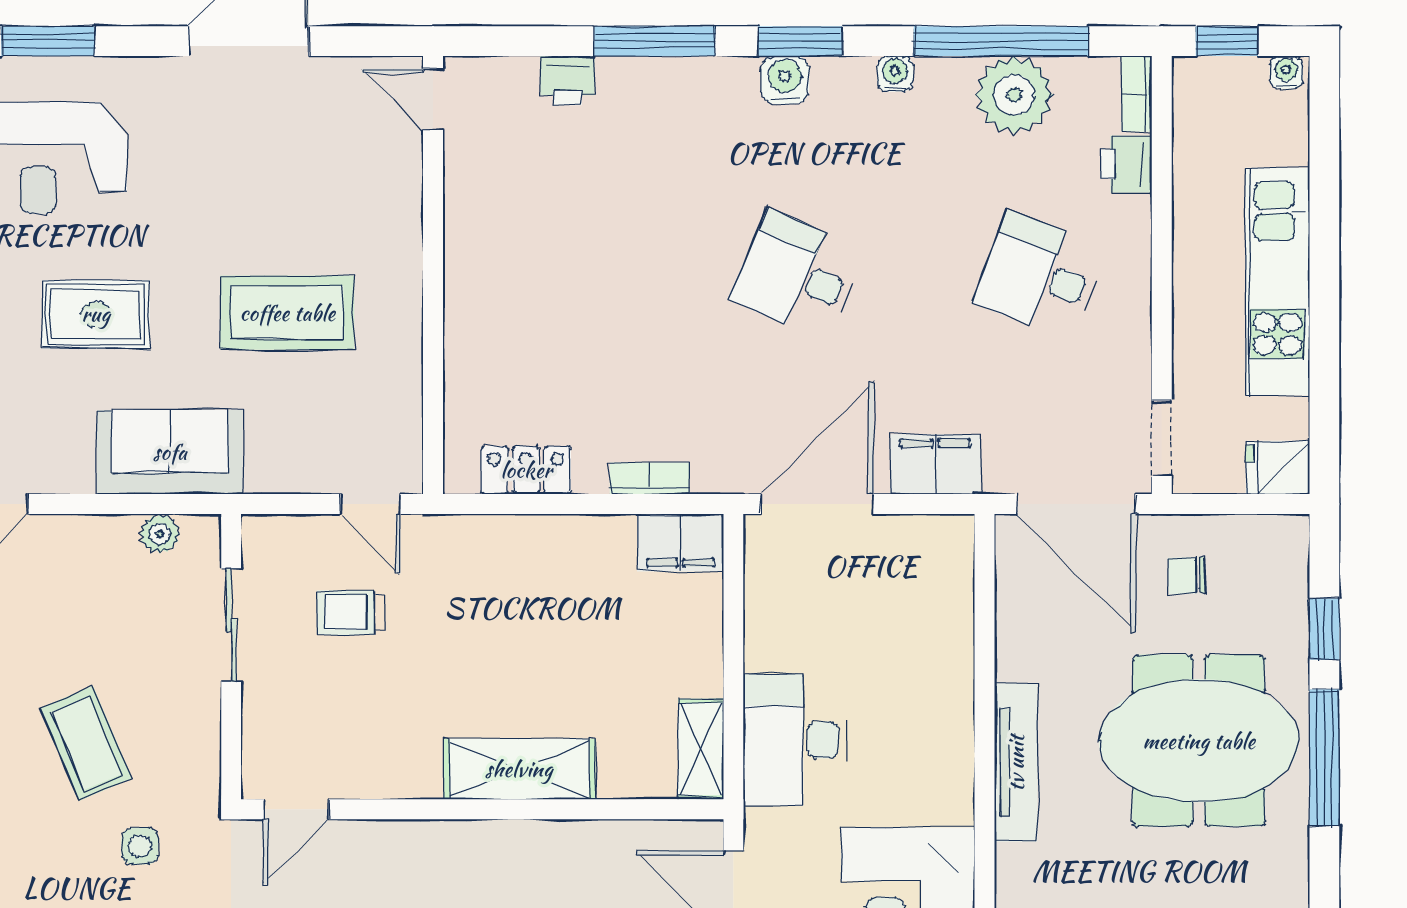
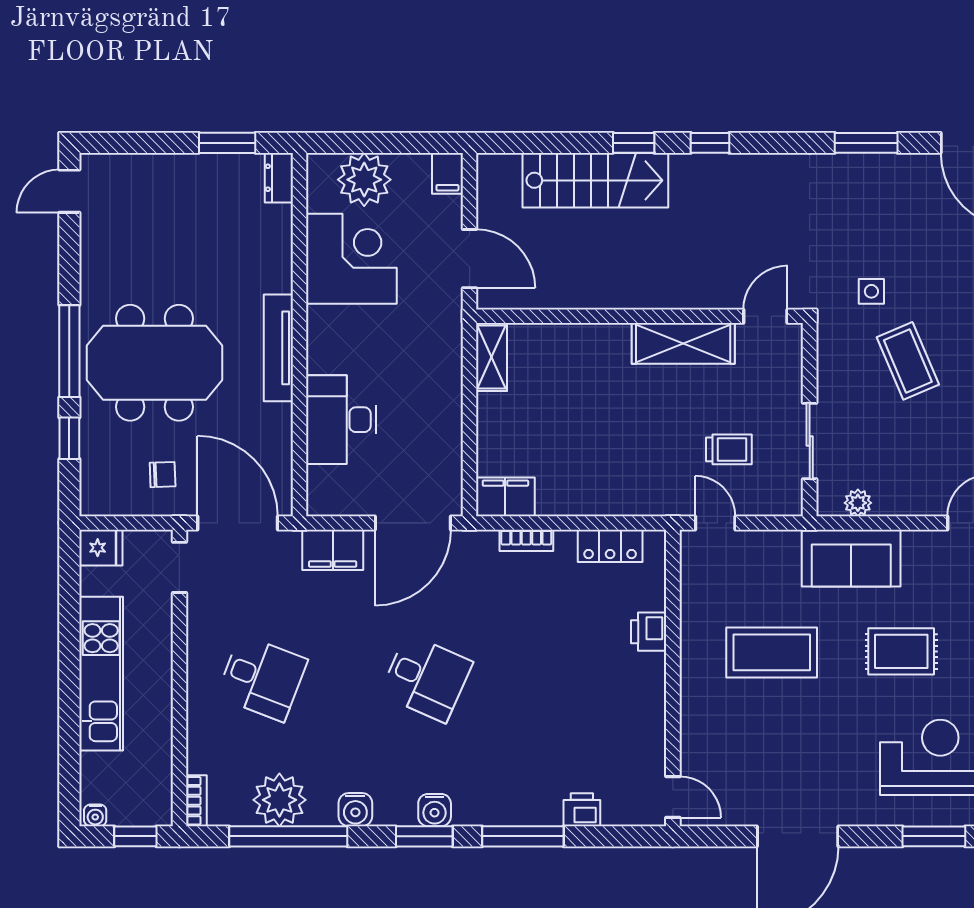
water cooler: (895, 74) -> (355, 810), width x1.38, depth x1.38
printer: (1126, 164) -> (649, 632), moved, turned 180
desk: (795, 740) -> (341, 420), moved, turned 180
shelving: (519, 769) -> (683, 343), moved

